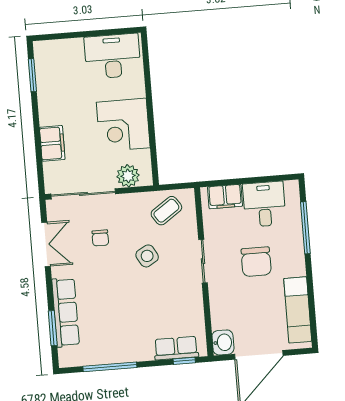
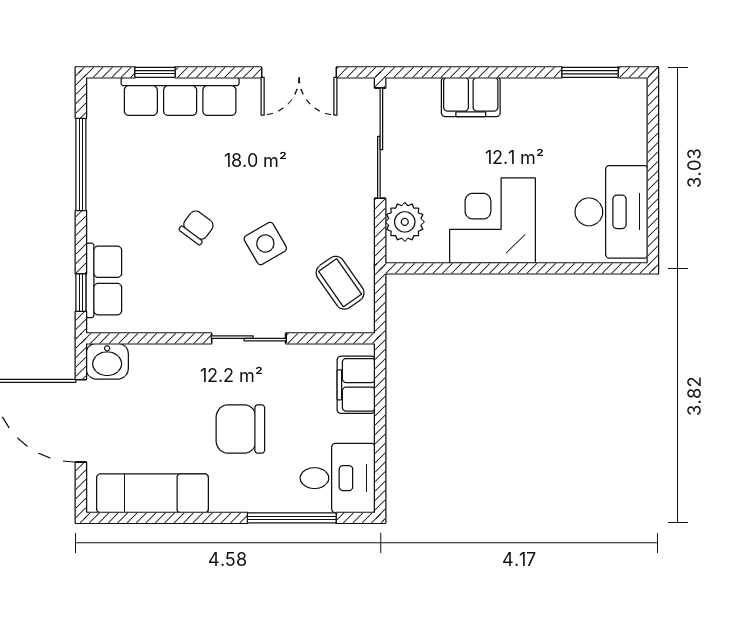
desk: (264, 204) -> (338, 478), moved
chair: (100, 238) -> (197, 227), moved, turned 127
window: (53, 328) -> (155, 72), width x0.67

